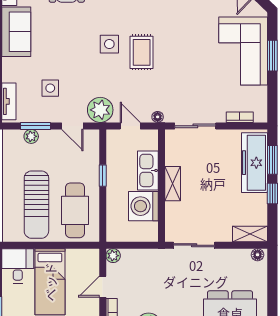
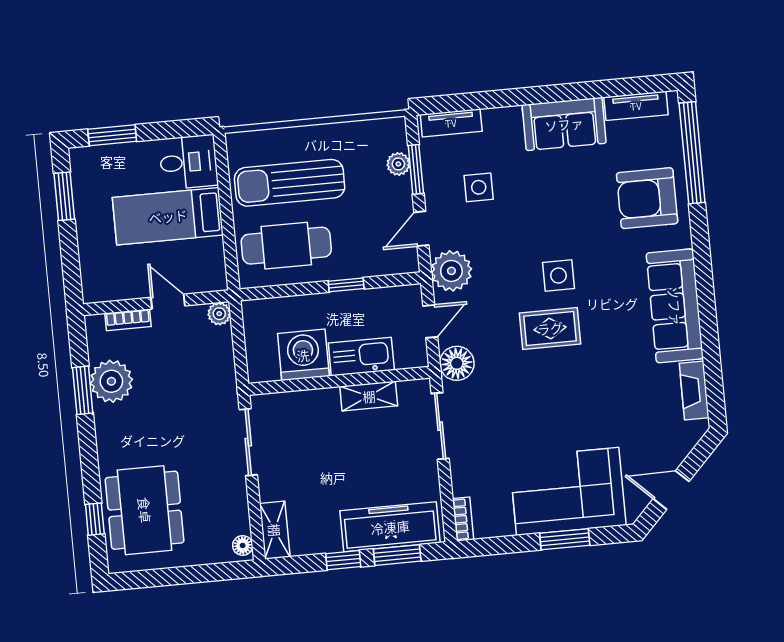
floor lamp: (158, 117) -> (457, 363), width x1.89, depth x1.89
bookcase: (240, 117) -> (463, 519), moved
shelving: (173, 184) -> (369, 396), moved

